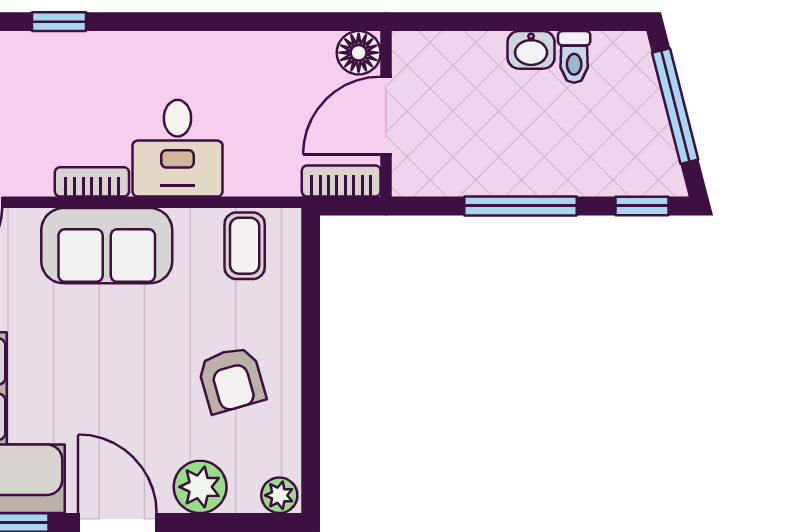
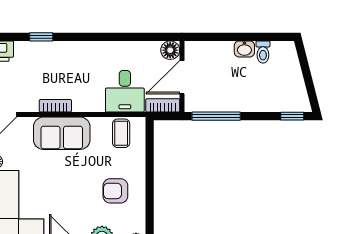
window: (675, 106) -> (306, 73), removed
desk: (178, 148) -> (125, 91), moved
window: (521, 206) -> (216, 116), moved
armchair: (231, 380) -> (115, 191), turned 106

